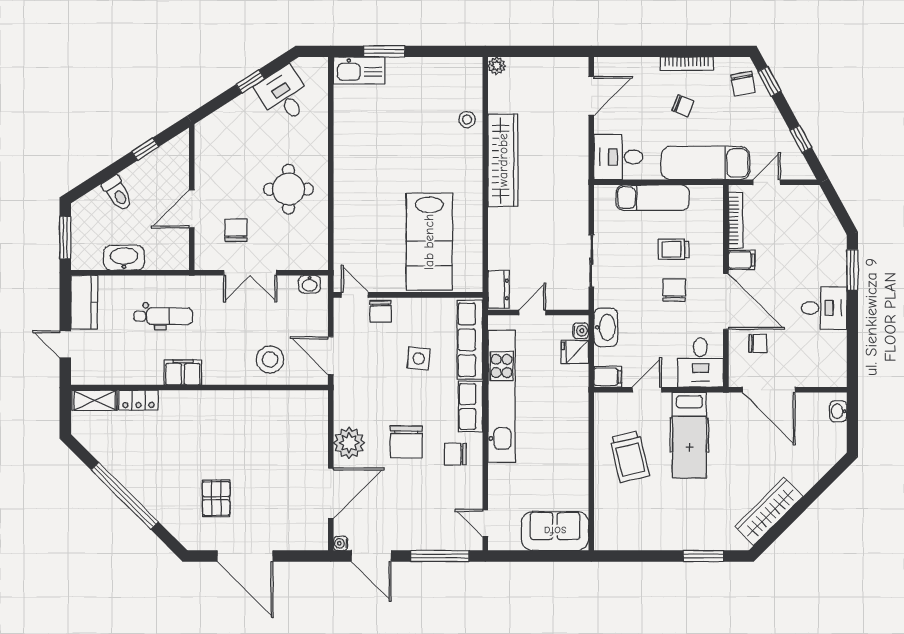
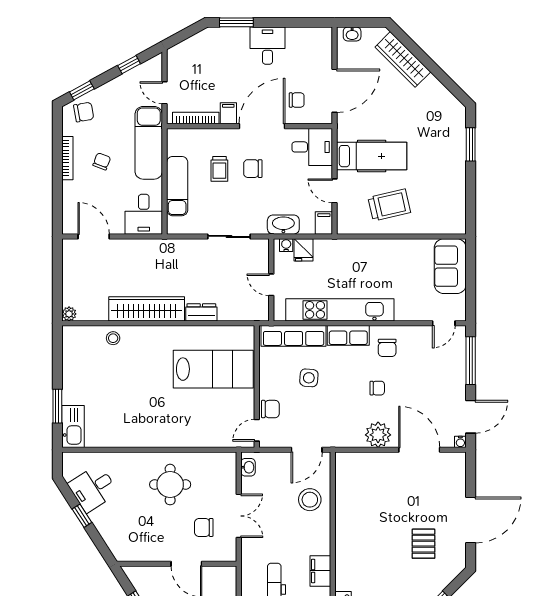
dresser: (499, 289) -> (201, 312), moved
chair: (758, 344) -> (297, 100), turned 90
chair: (406, 442) -> (377, 388), width x0.54, depth x0.54
pallet: (216, 498) -> (423, 544), turned 90
wardrobe: (769, 511) -> (403, 59), moved

